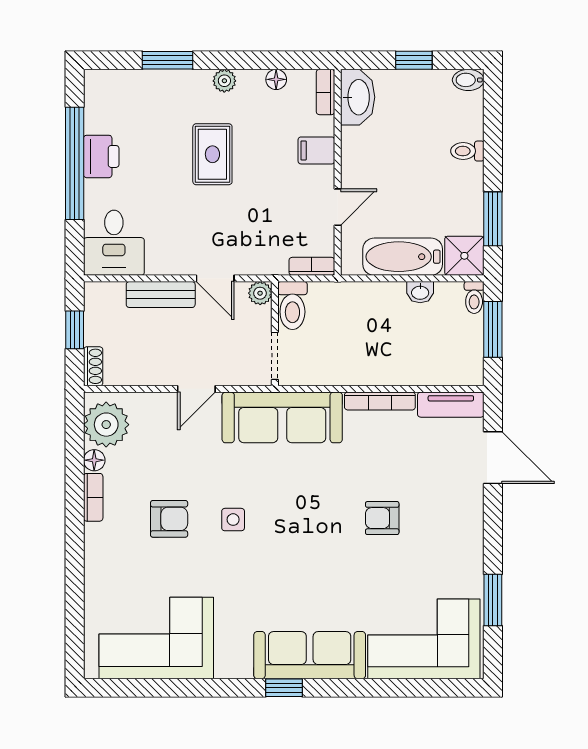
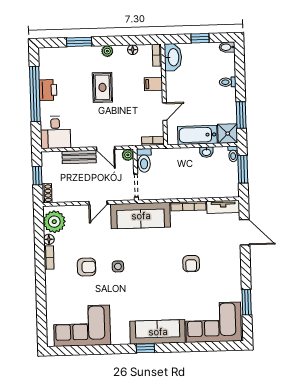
armchair: (382, 518) -> (191, 264), turned -90

